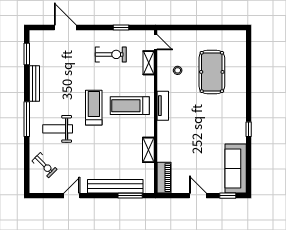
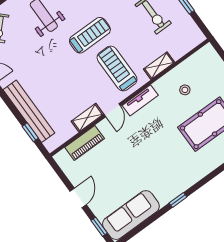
door: (156, 42) -> (112, 110), moved
shelving: (149, 63) -> (159, 66), moved
piano: (164, 178) -> (85, 143), moved
window: (130, 196) -> (30, 132), width x0.67

